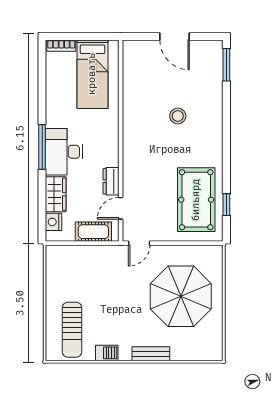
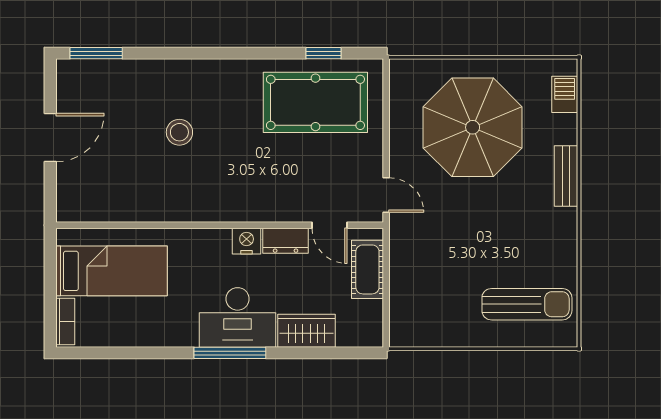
nightstand: (53, 222) -> (247, 241), moved, turned 180
barbecue: (107, 353) -> (565, 94), moved

